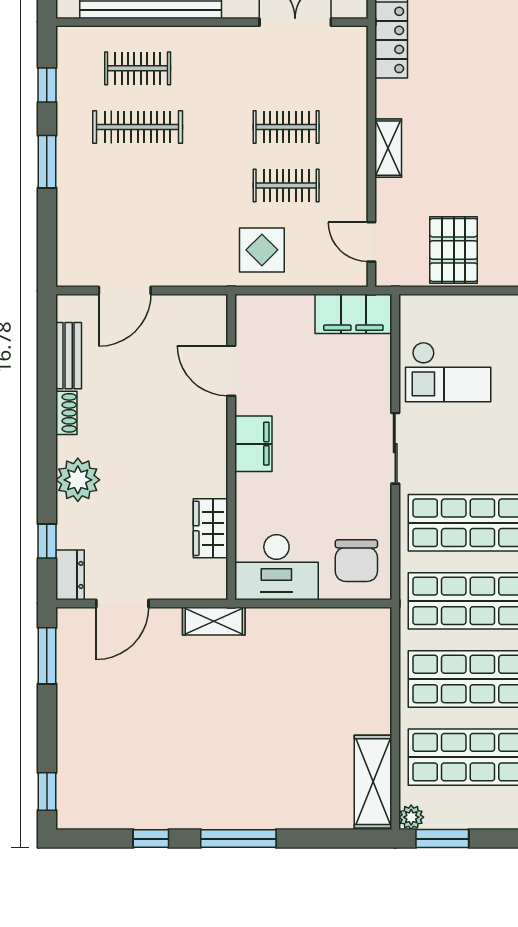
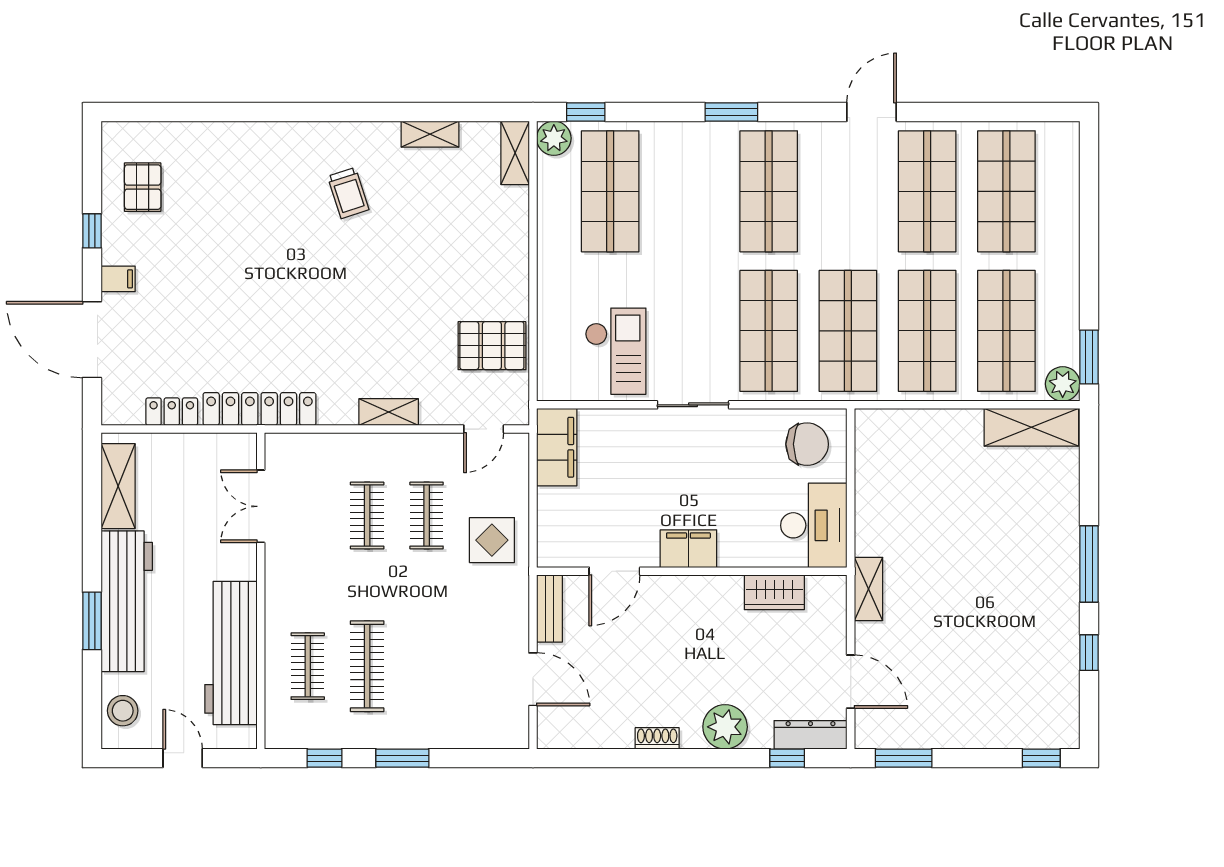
bench: (69, 356) -> (549, 609), moved, turned 90
dresser: (70, 575) -> (811, 735), width x1.44
plant: (411, 817) -> (1063, 384), width x1.38, depth x1.38

